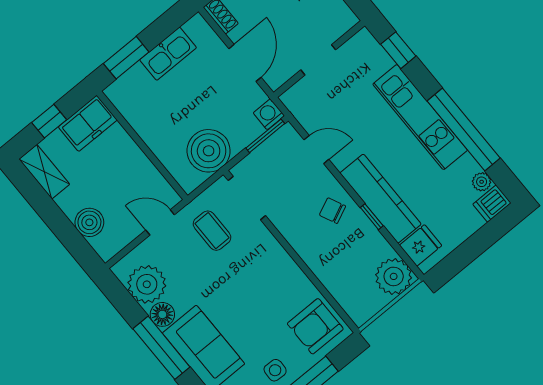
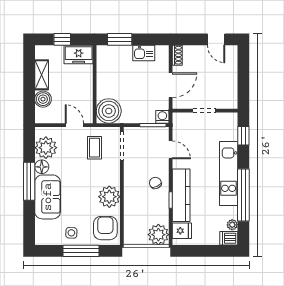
kitchen sink: (168, 54) -> (144, 53), width x0.73
boiler: (209, 151) -> (109, 111), moved
shelving: (44, 172) -> (42, 75), moved
plant: (286, 280) -> (109, 197), added
armchair: (315, 326) -> (105, 228), turned 90

